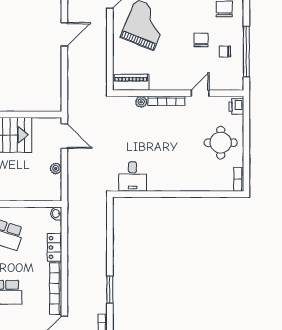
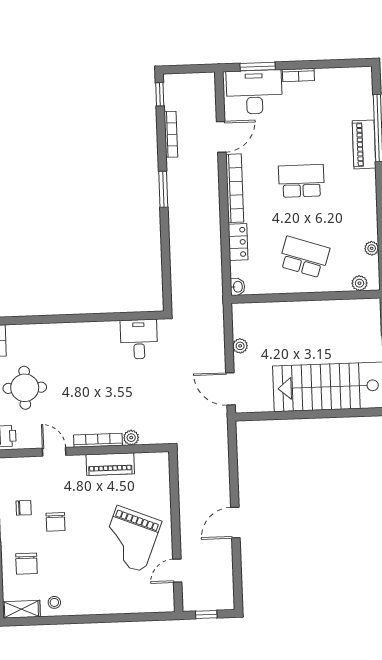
piano: (131, 82) -> (110, 464), moved
door: (200, 93) -> (54, 452), swing flipped

